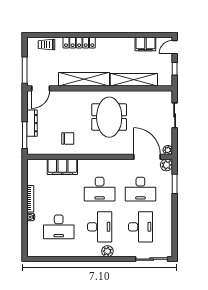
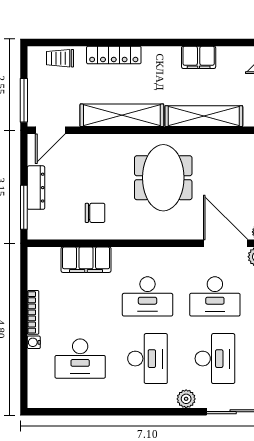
filing cabinet: (145, 44) -> (199, 57), moved
plant: (107, 251) -> (186, 399), moved

